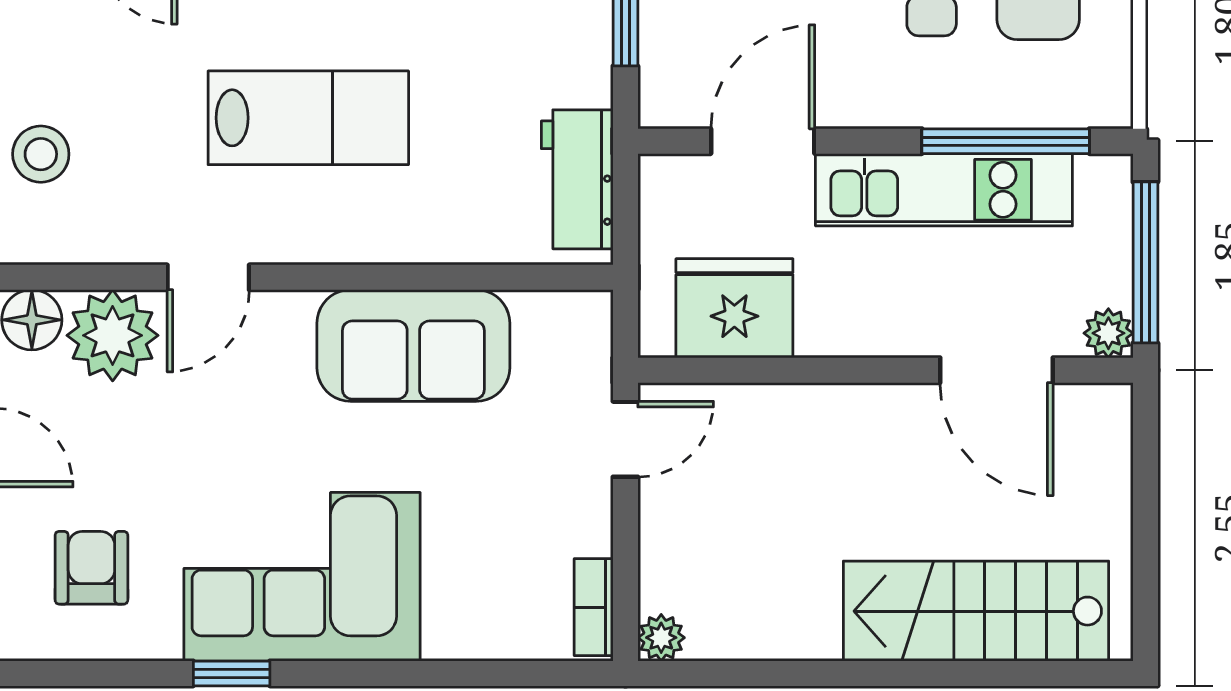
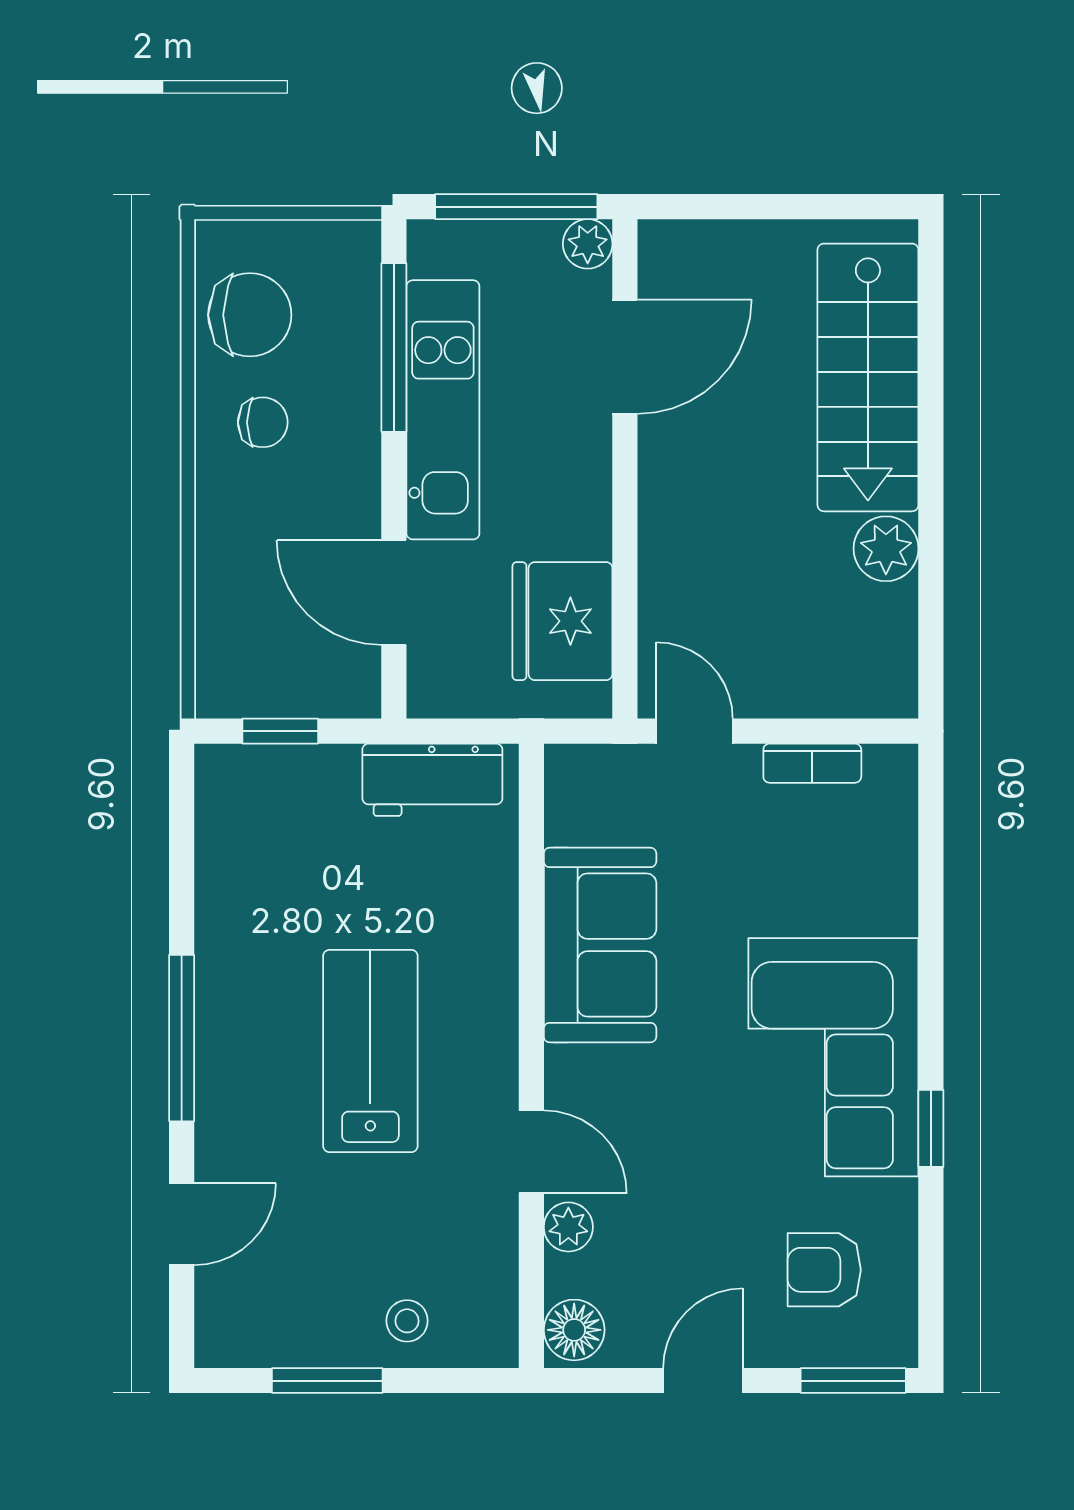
stool: (41, 154) -> (407, 1321), width x0.73, depth x0.73
plant: (113, 335) -> (568, 1227), width x0.53, depth x0.53
bookcase: (594, 607) -> (812, 763), moved
plant: (661, 638) -> (886, 549), moved, width x1.38, depth x1.38

